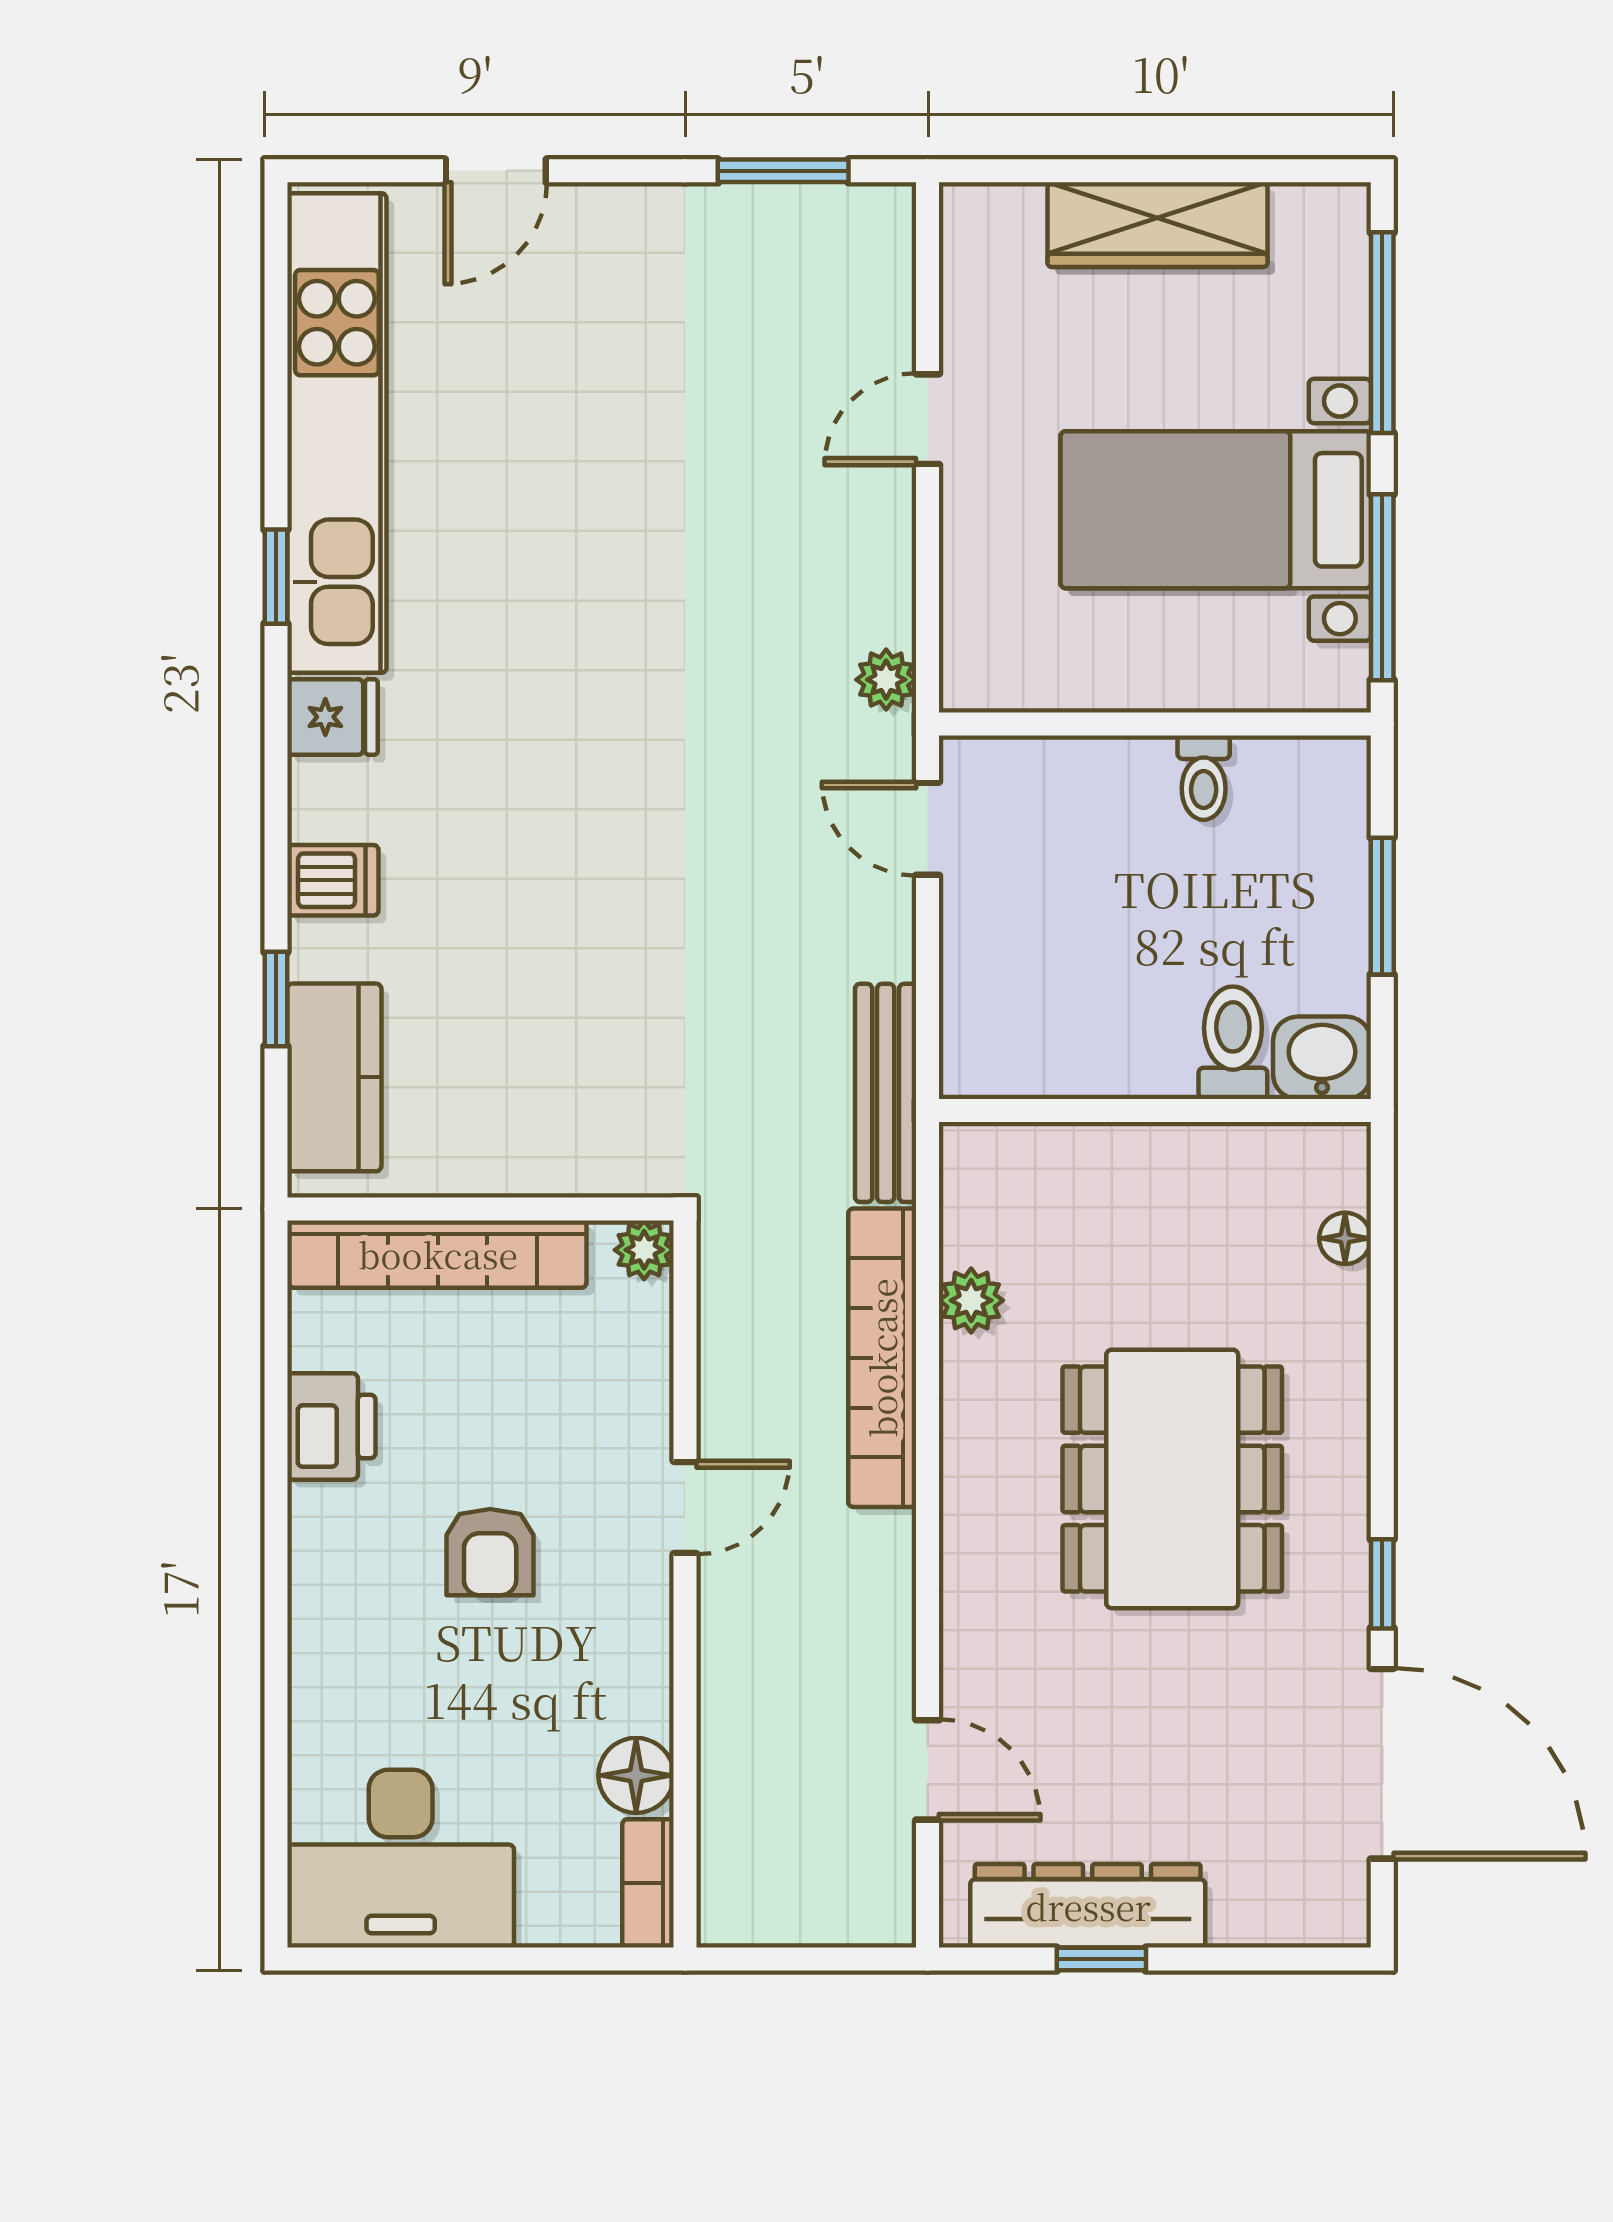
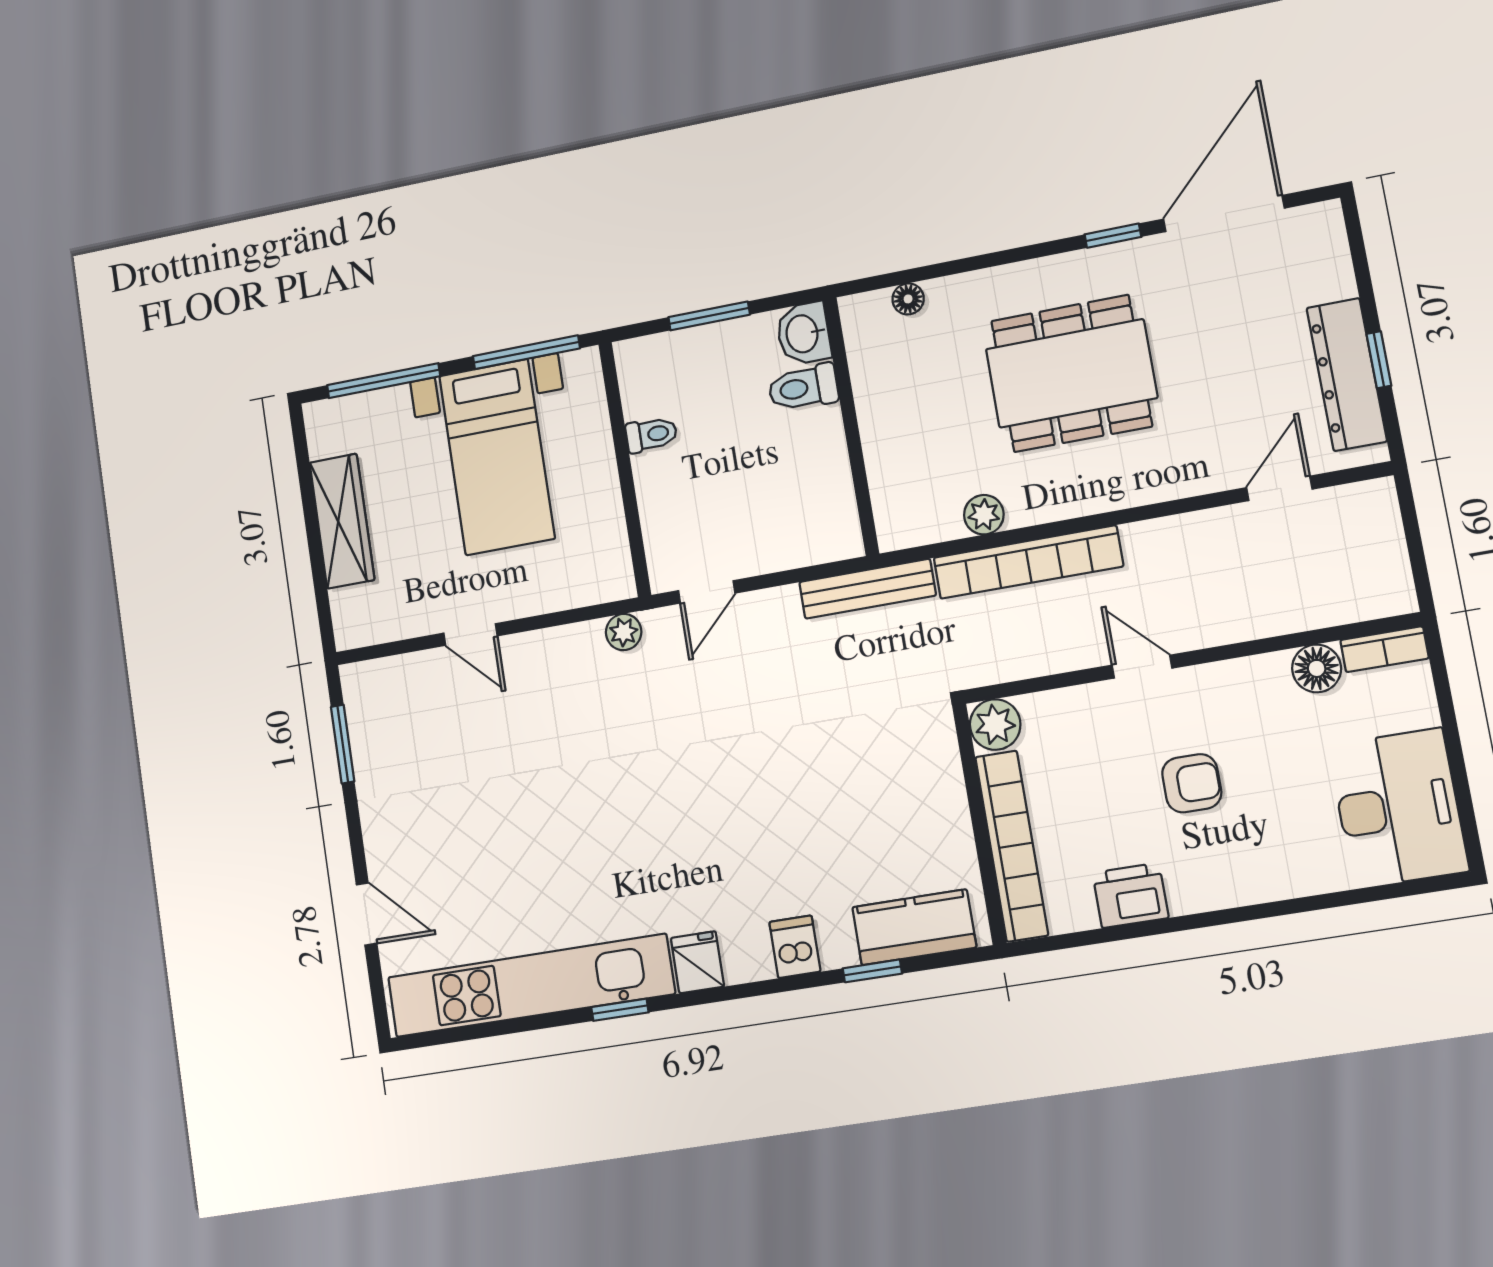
plant: (644, 1250) -> (995, 725), width x1.38, depth x1.38

